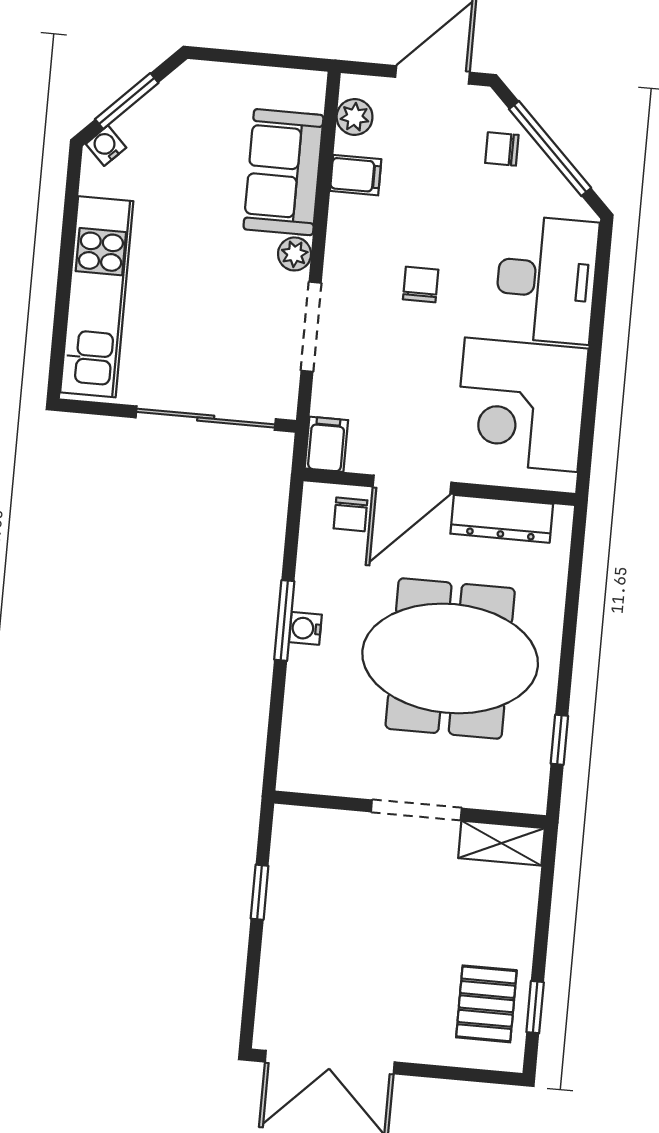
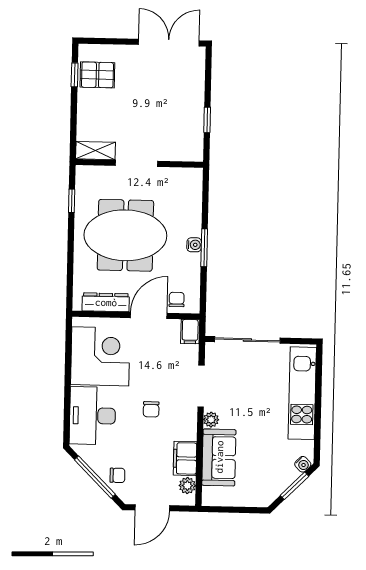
filing cabinet: (356, 175) -> (185, 458), width x2.00
pallet: (486, 1004) -> (97, 75), turned 90

